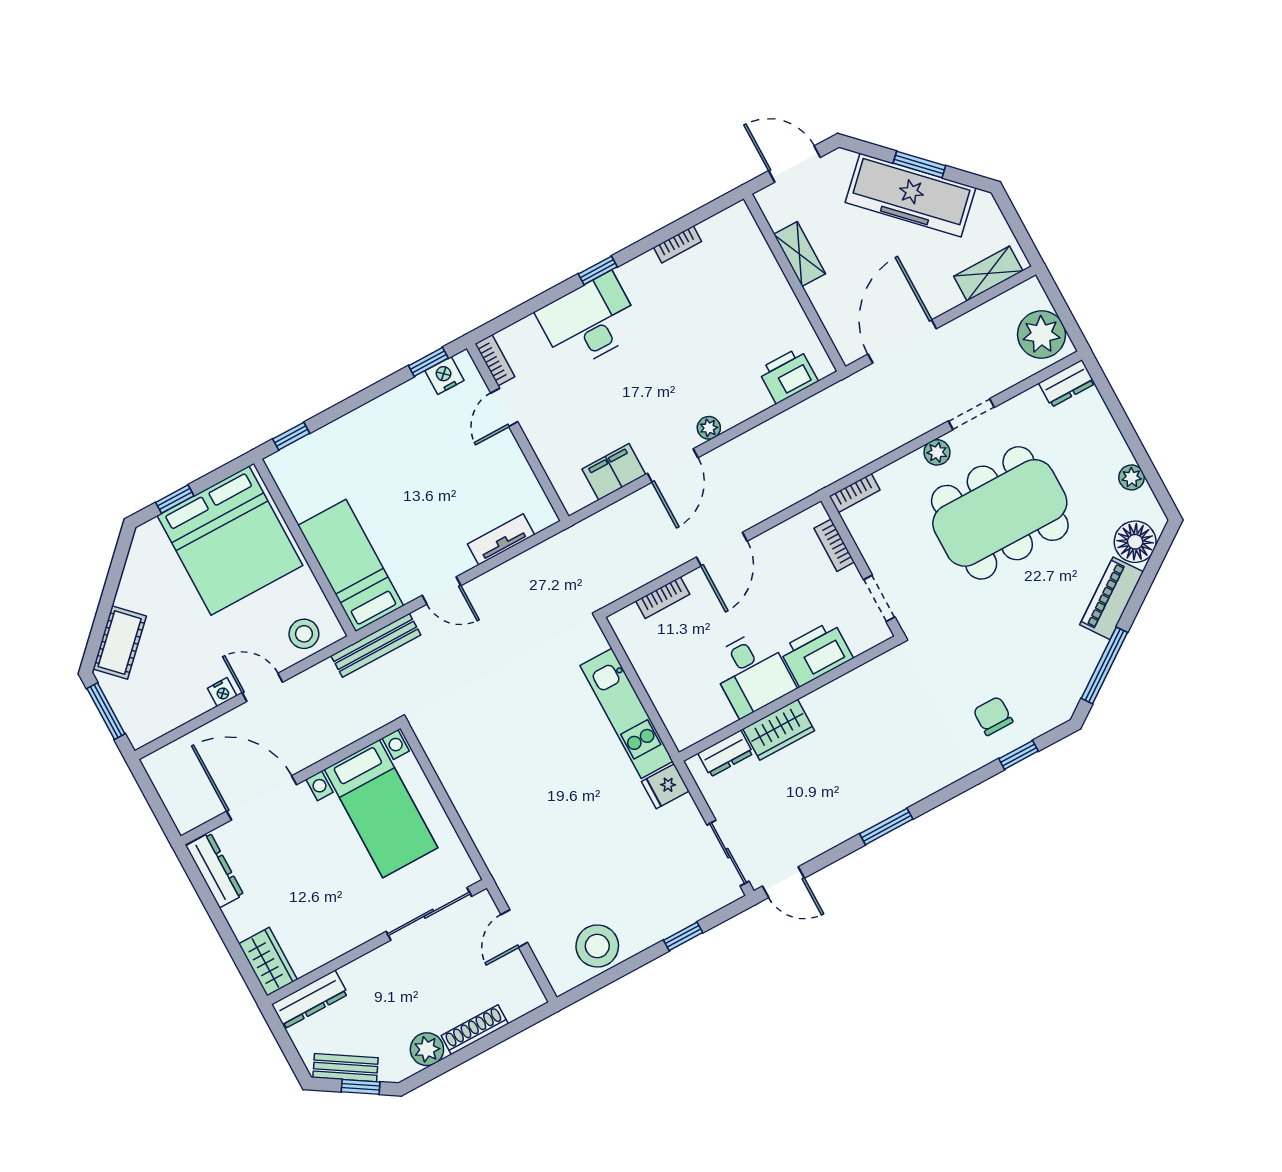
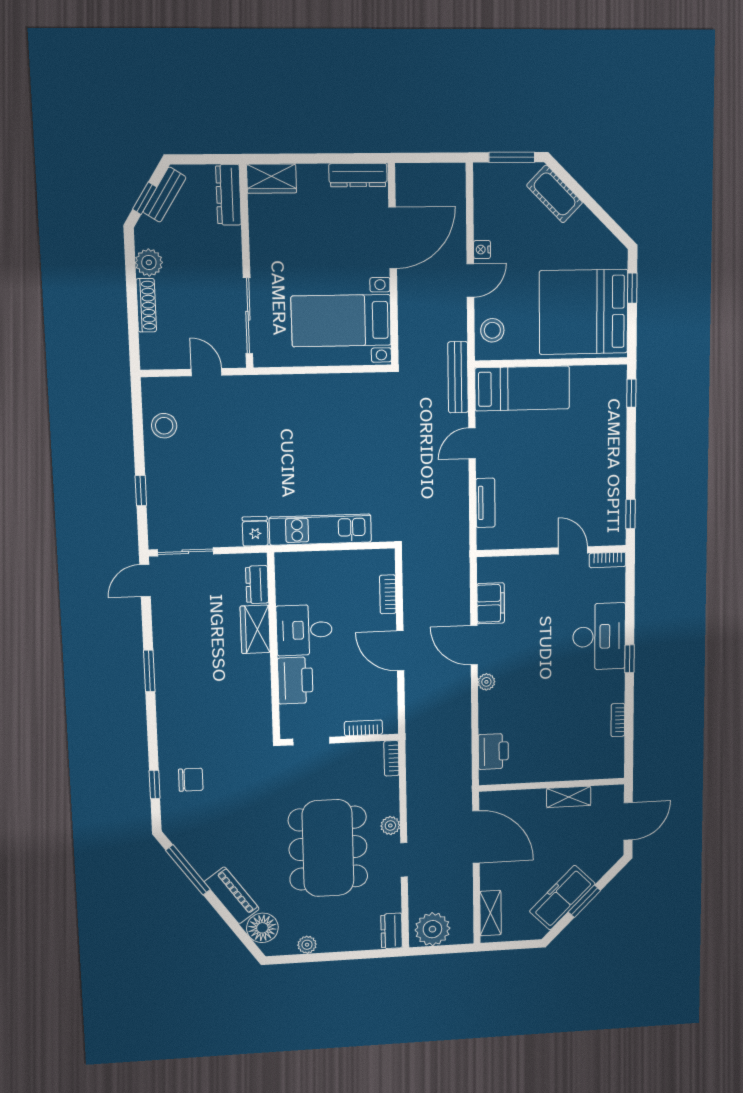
freezer: (910, 195) -> (562, 898), width x0.73, depth x0.79
nightstand: (445, 376) -> (616, 520), removed
stool: (597, 946) -> (164, 426), width x0.73, depth x0.73

